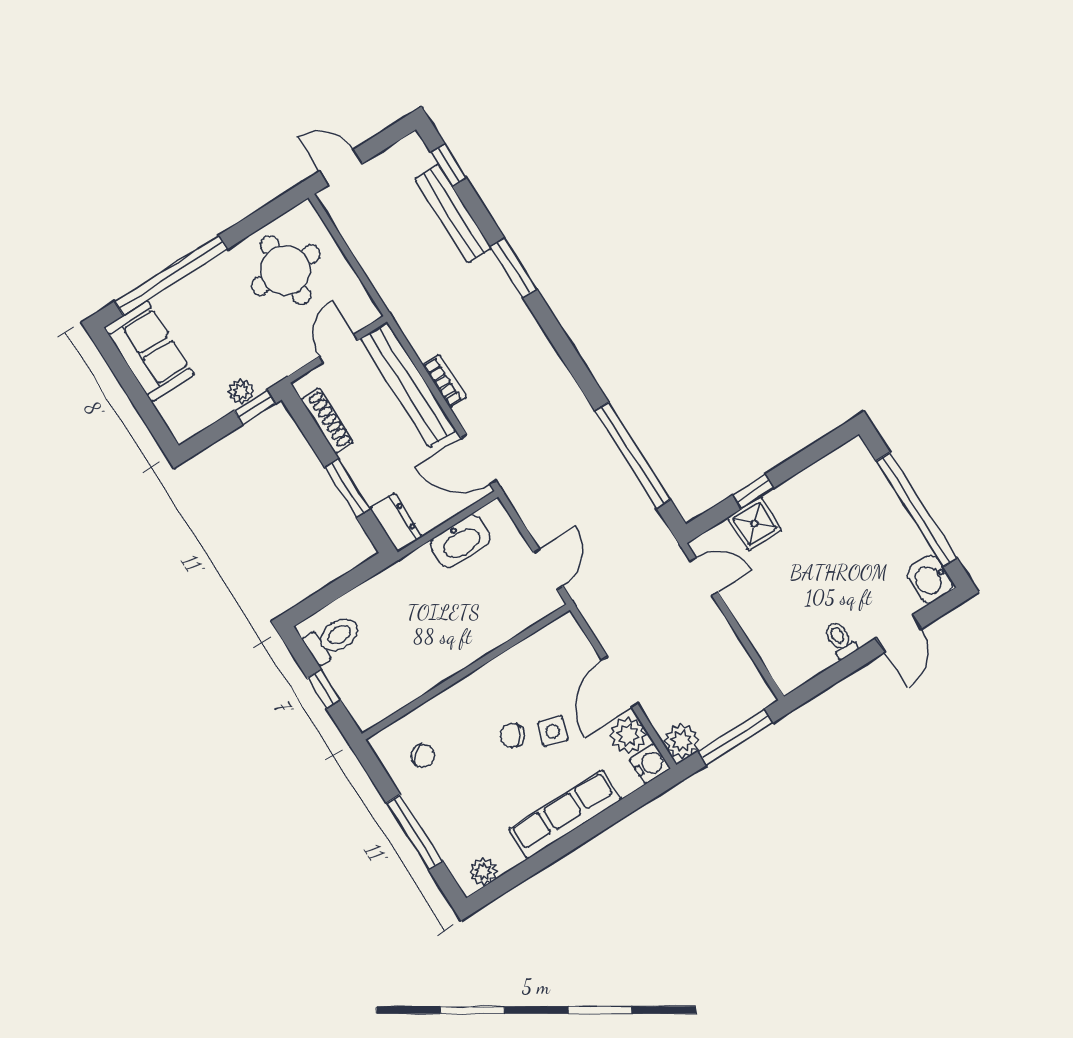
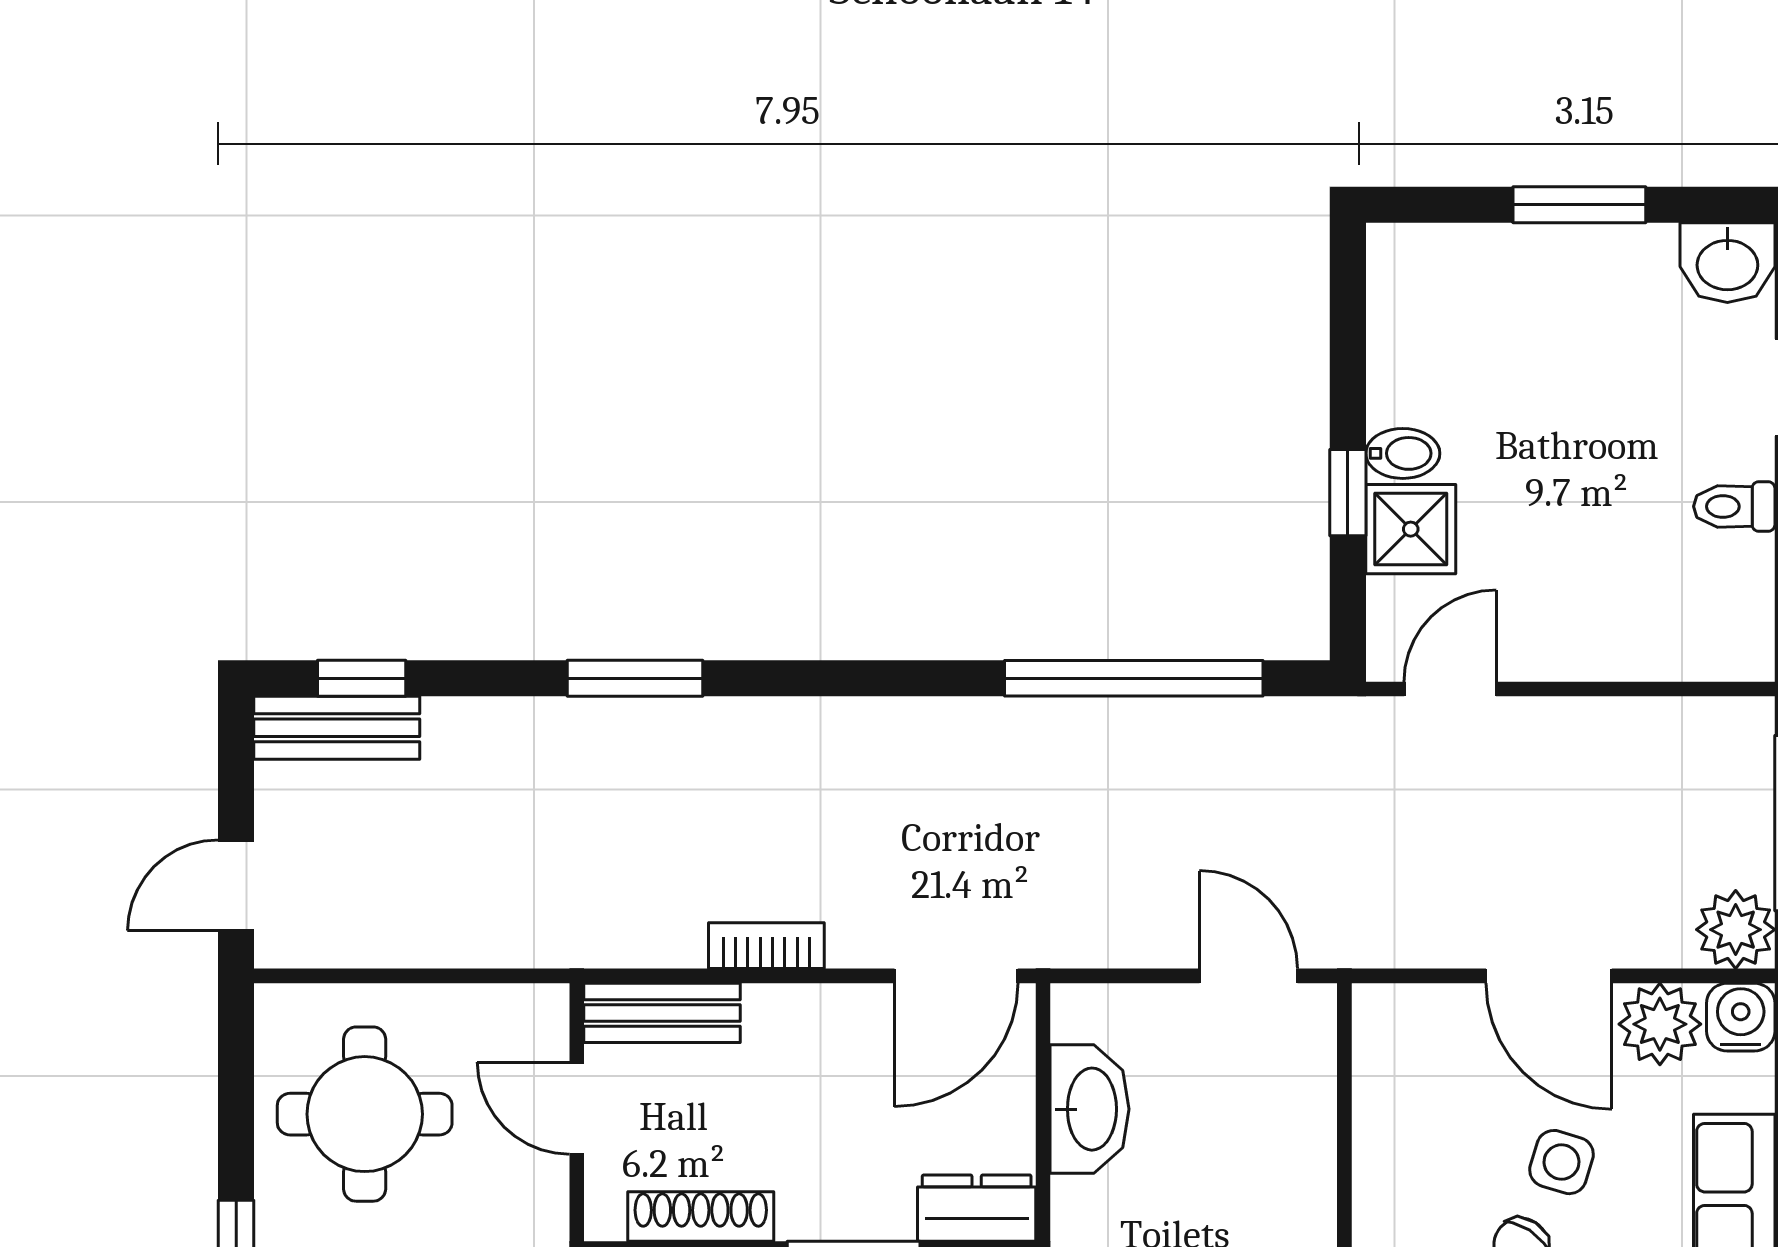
bench: (453, 213) -> (337, 728), moved, width x0.73
bench: (408, 385) -> (662, 1013), width x0.54, depth x0.82
bidet: (781, 503) -> (1403, 453), added
window: (917, 510) -> (1579, 205), width x0.47

